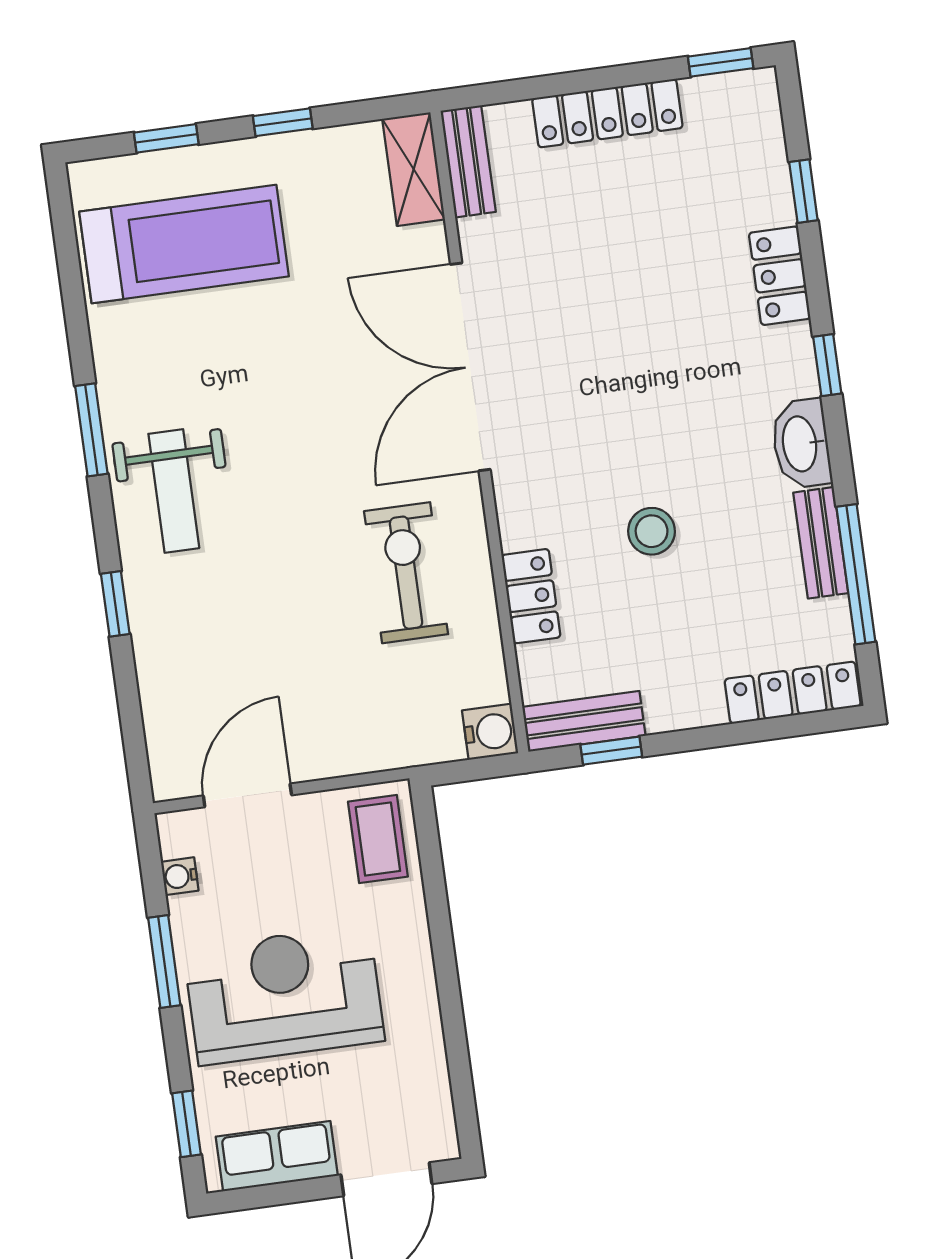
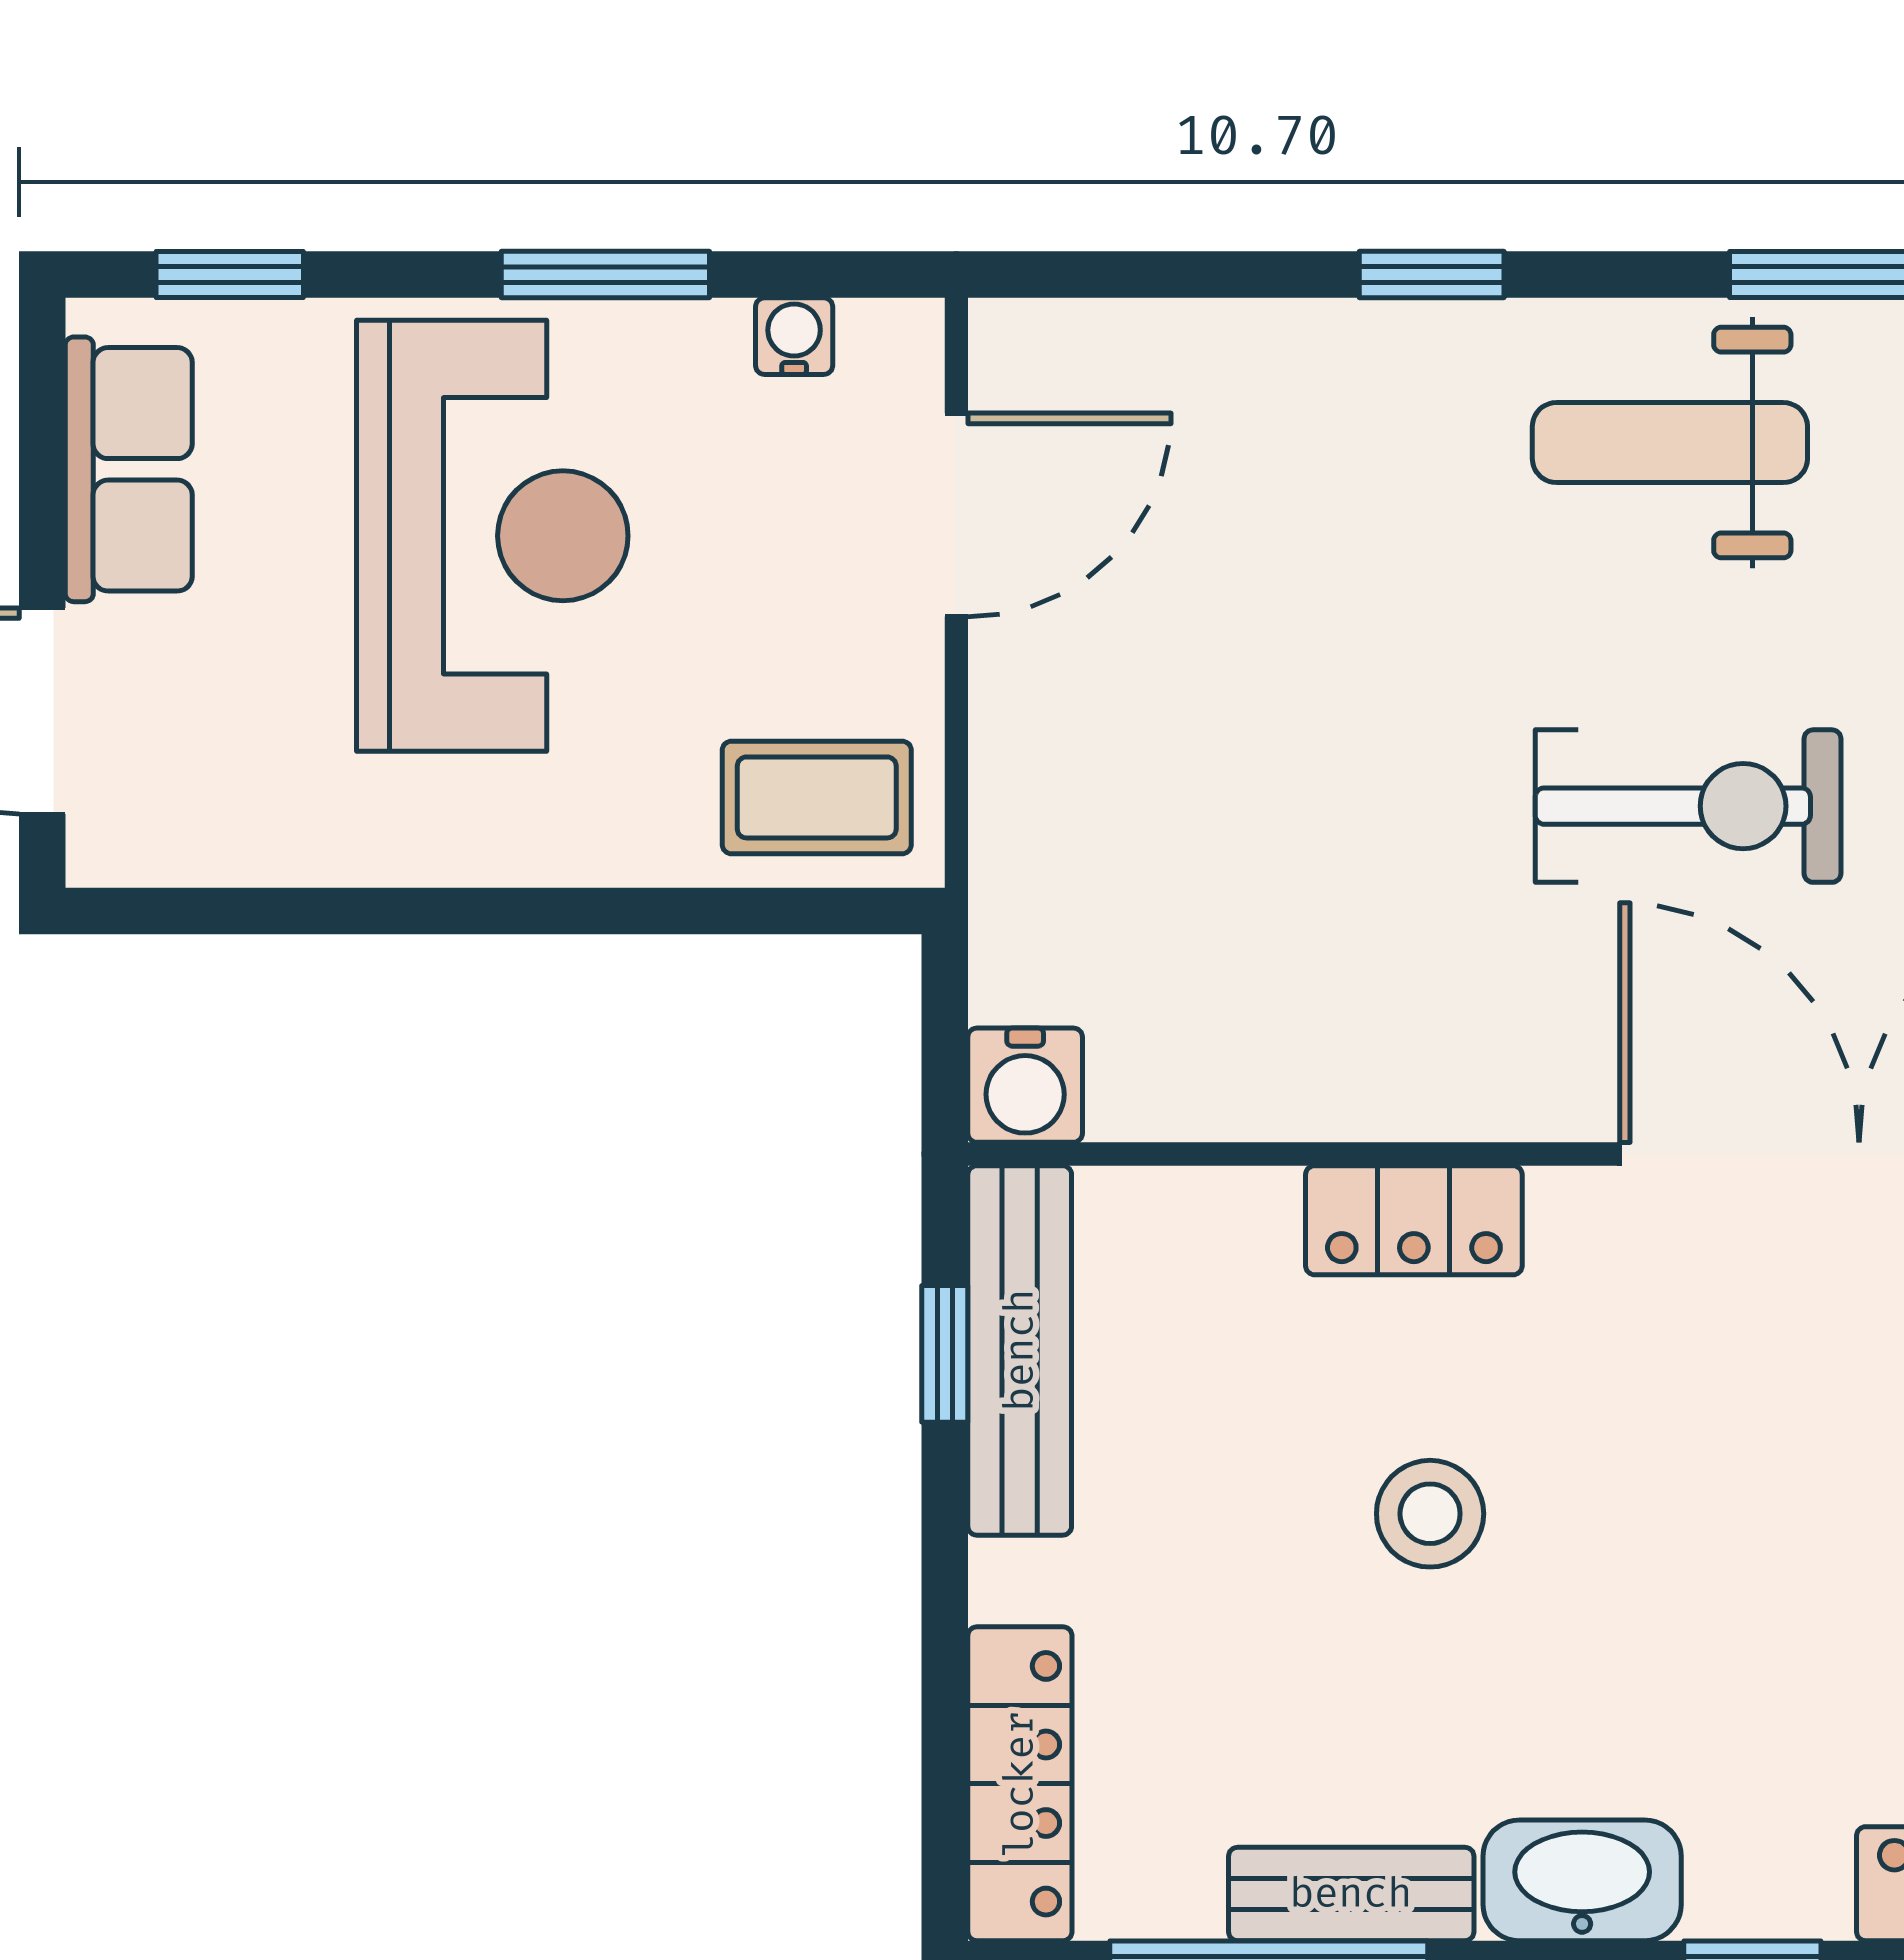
exercise bike: (406, 573) -> (1688, 806), moved
locker: (531, 596) -> (1414, 1220), moved
bench: (584, 721) -> (1020, 1350), width x1.36
door: (247, 795) -> (956, 515), hinge flipped

